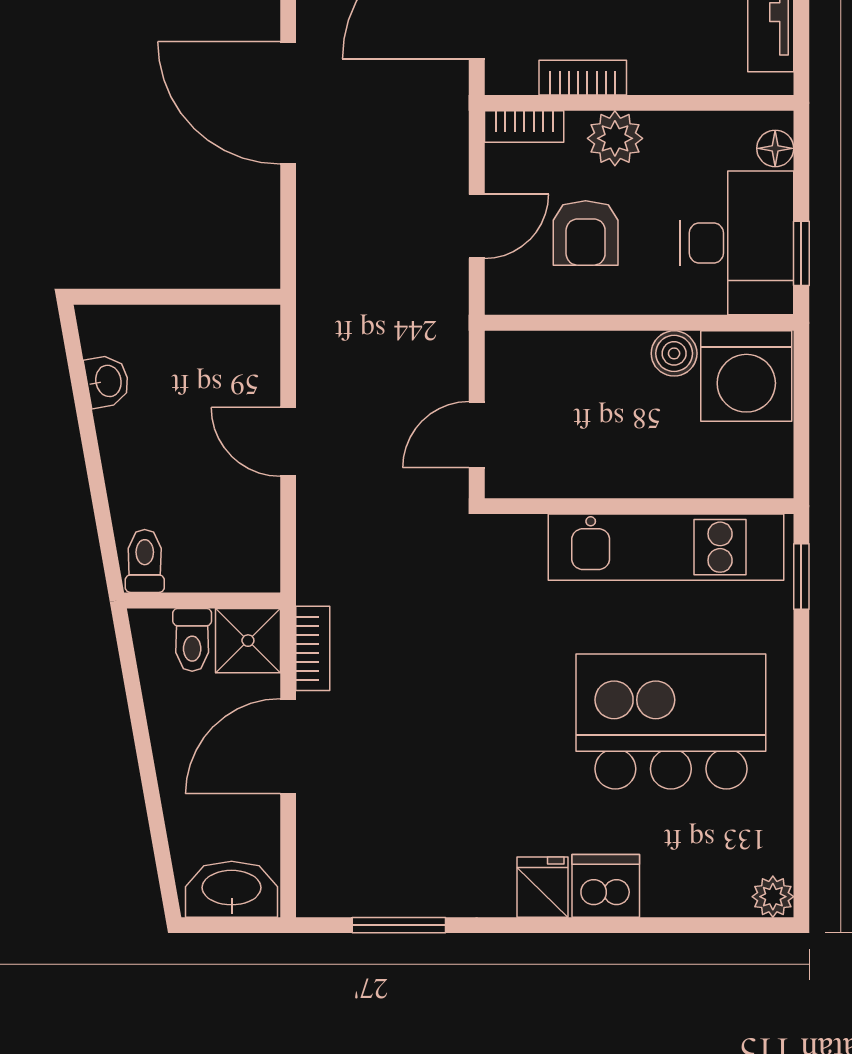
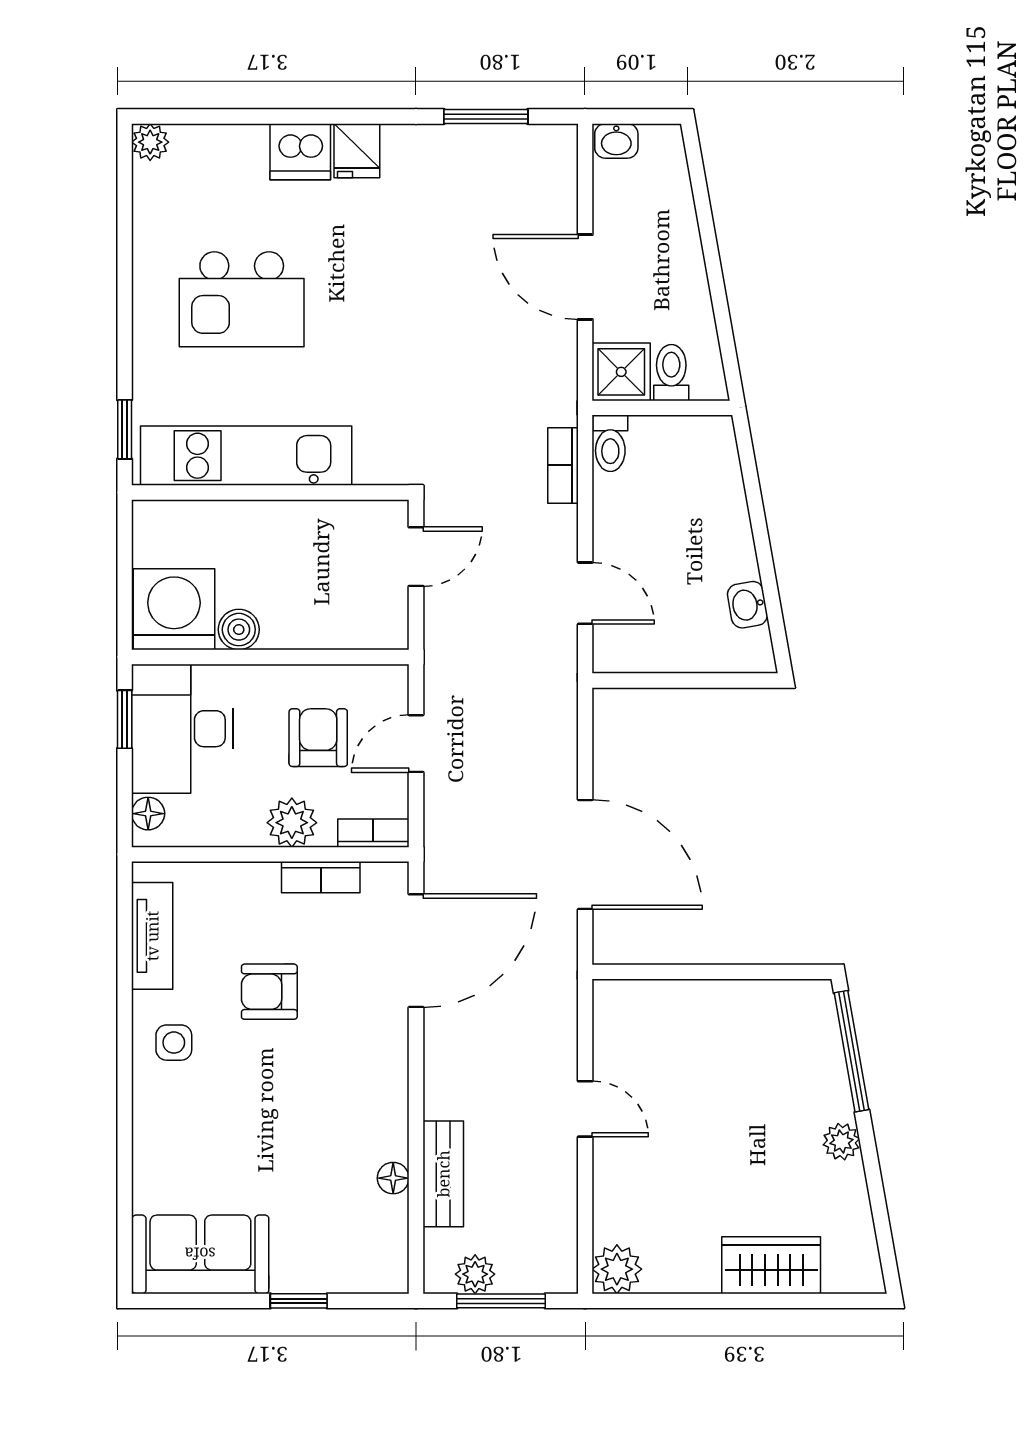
door: (288, 442) -> (585, 593), moved
toilet: (145, 561) -> (610, 443), moved
bookcase: (313, 648) -> (563, 465), moved
kitchen island: (671, 722) -> (242, 299), width x0.73, depth x0.78
door: (288, 746) -> (585, 277), swing flipped
washbasin: (232, 889) -> (616, 141), width x0.52, depth x0.69

